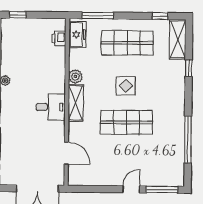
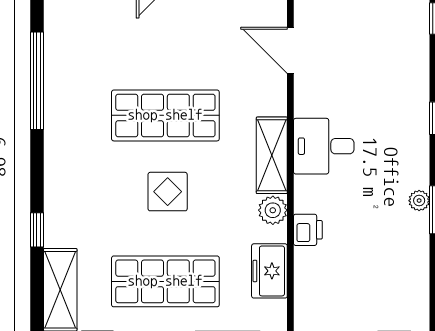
freezer: (77, 35) -> (269, 271), moved
printer: (59, 38) -> (308, 230), moved

